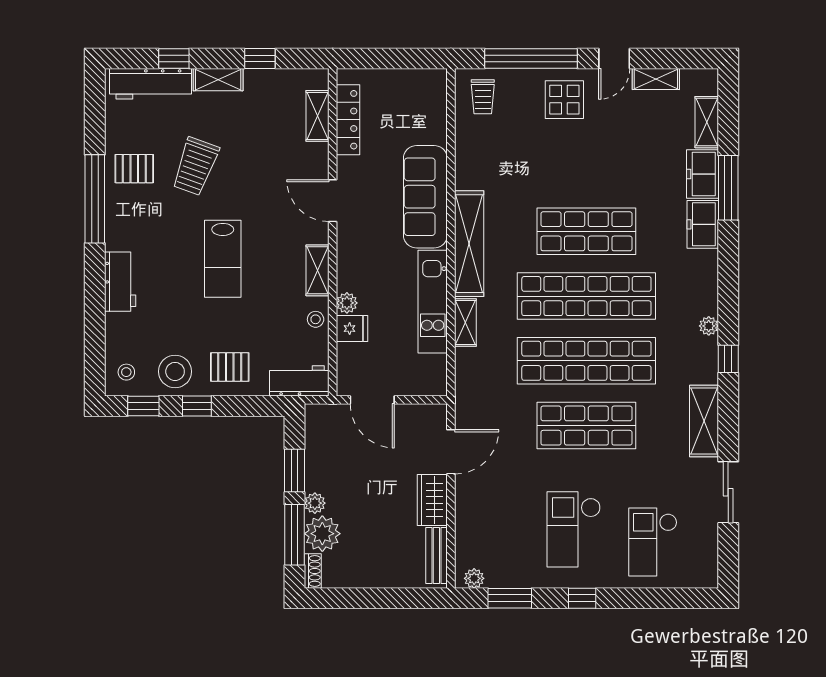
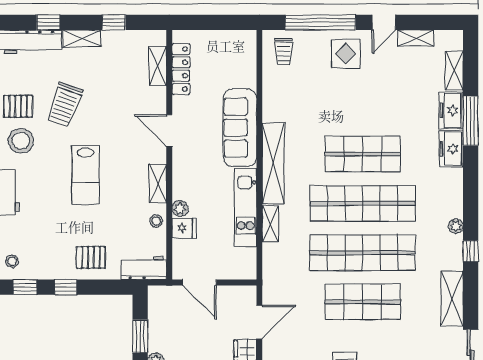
stool: (175, 371) -> (21, 141), moved

